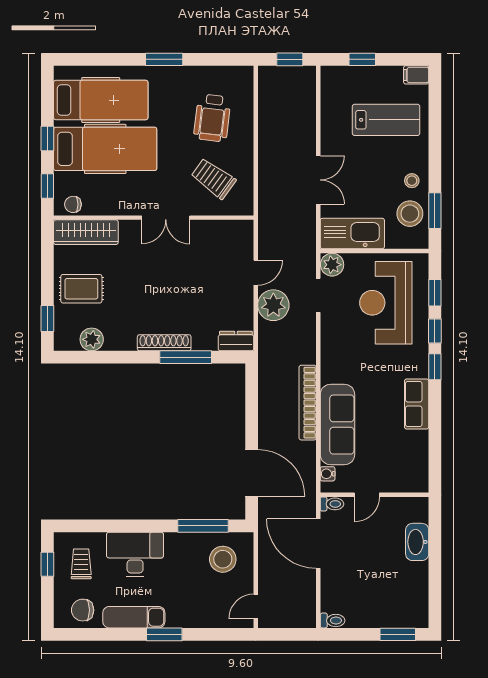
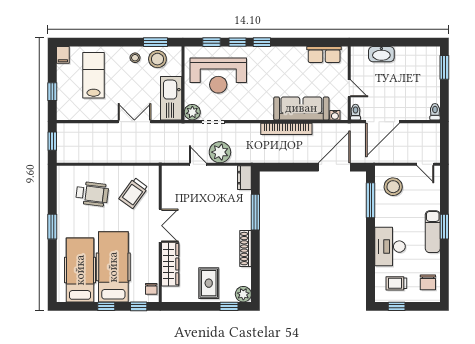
wardrobe: (86, 232) -> (170, 264), moved
plant: (92, 339) -> (243, 294), moved
shoe rack: (164, 343) -> (246, 249), moved
row of seats: (417, 404) -> (324, 54), moved
exam couch: (134, 617) -> (433, 232), moved

